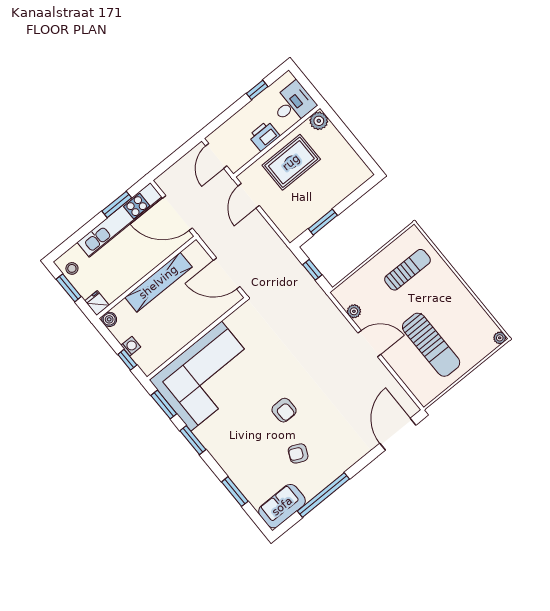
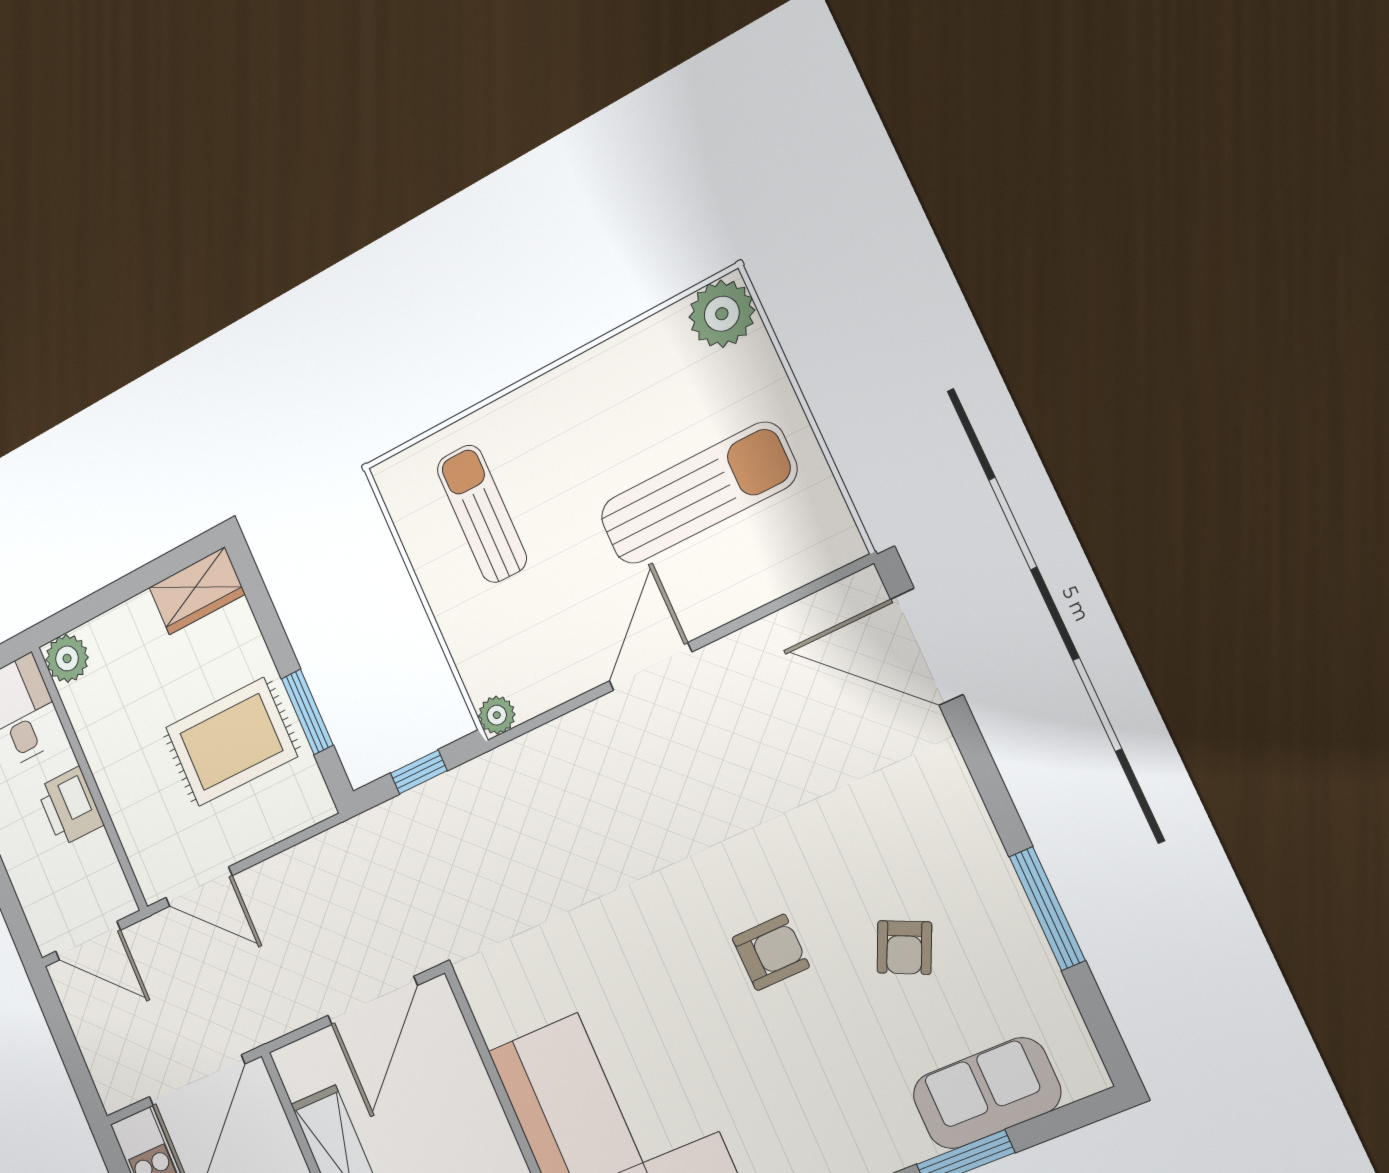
rug: (291, 162) -> (231, 742), moved, turned 90
wardrobe: (356, 168) -> (197, 591), added
plant: (354, 311) -> (497, 715), moved
plant: (500, 338) -> (722, 314), width x1.88, depth x1.88
window: (323, 495) -> (1047, 909), width x0.68
sofa: (282, 506) -> (987, 1093), moved, turned 90

